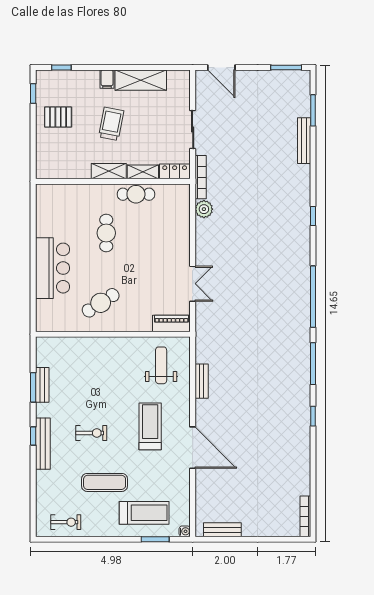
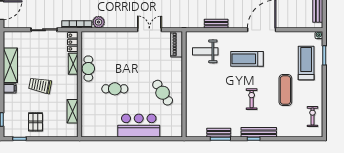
shelving: (109, 171) -> (73, 111), moved

